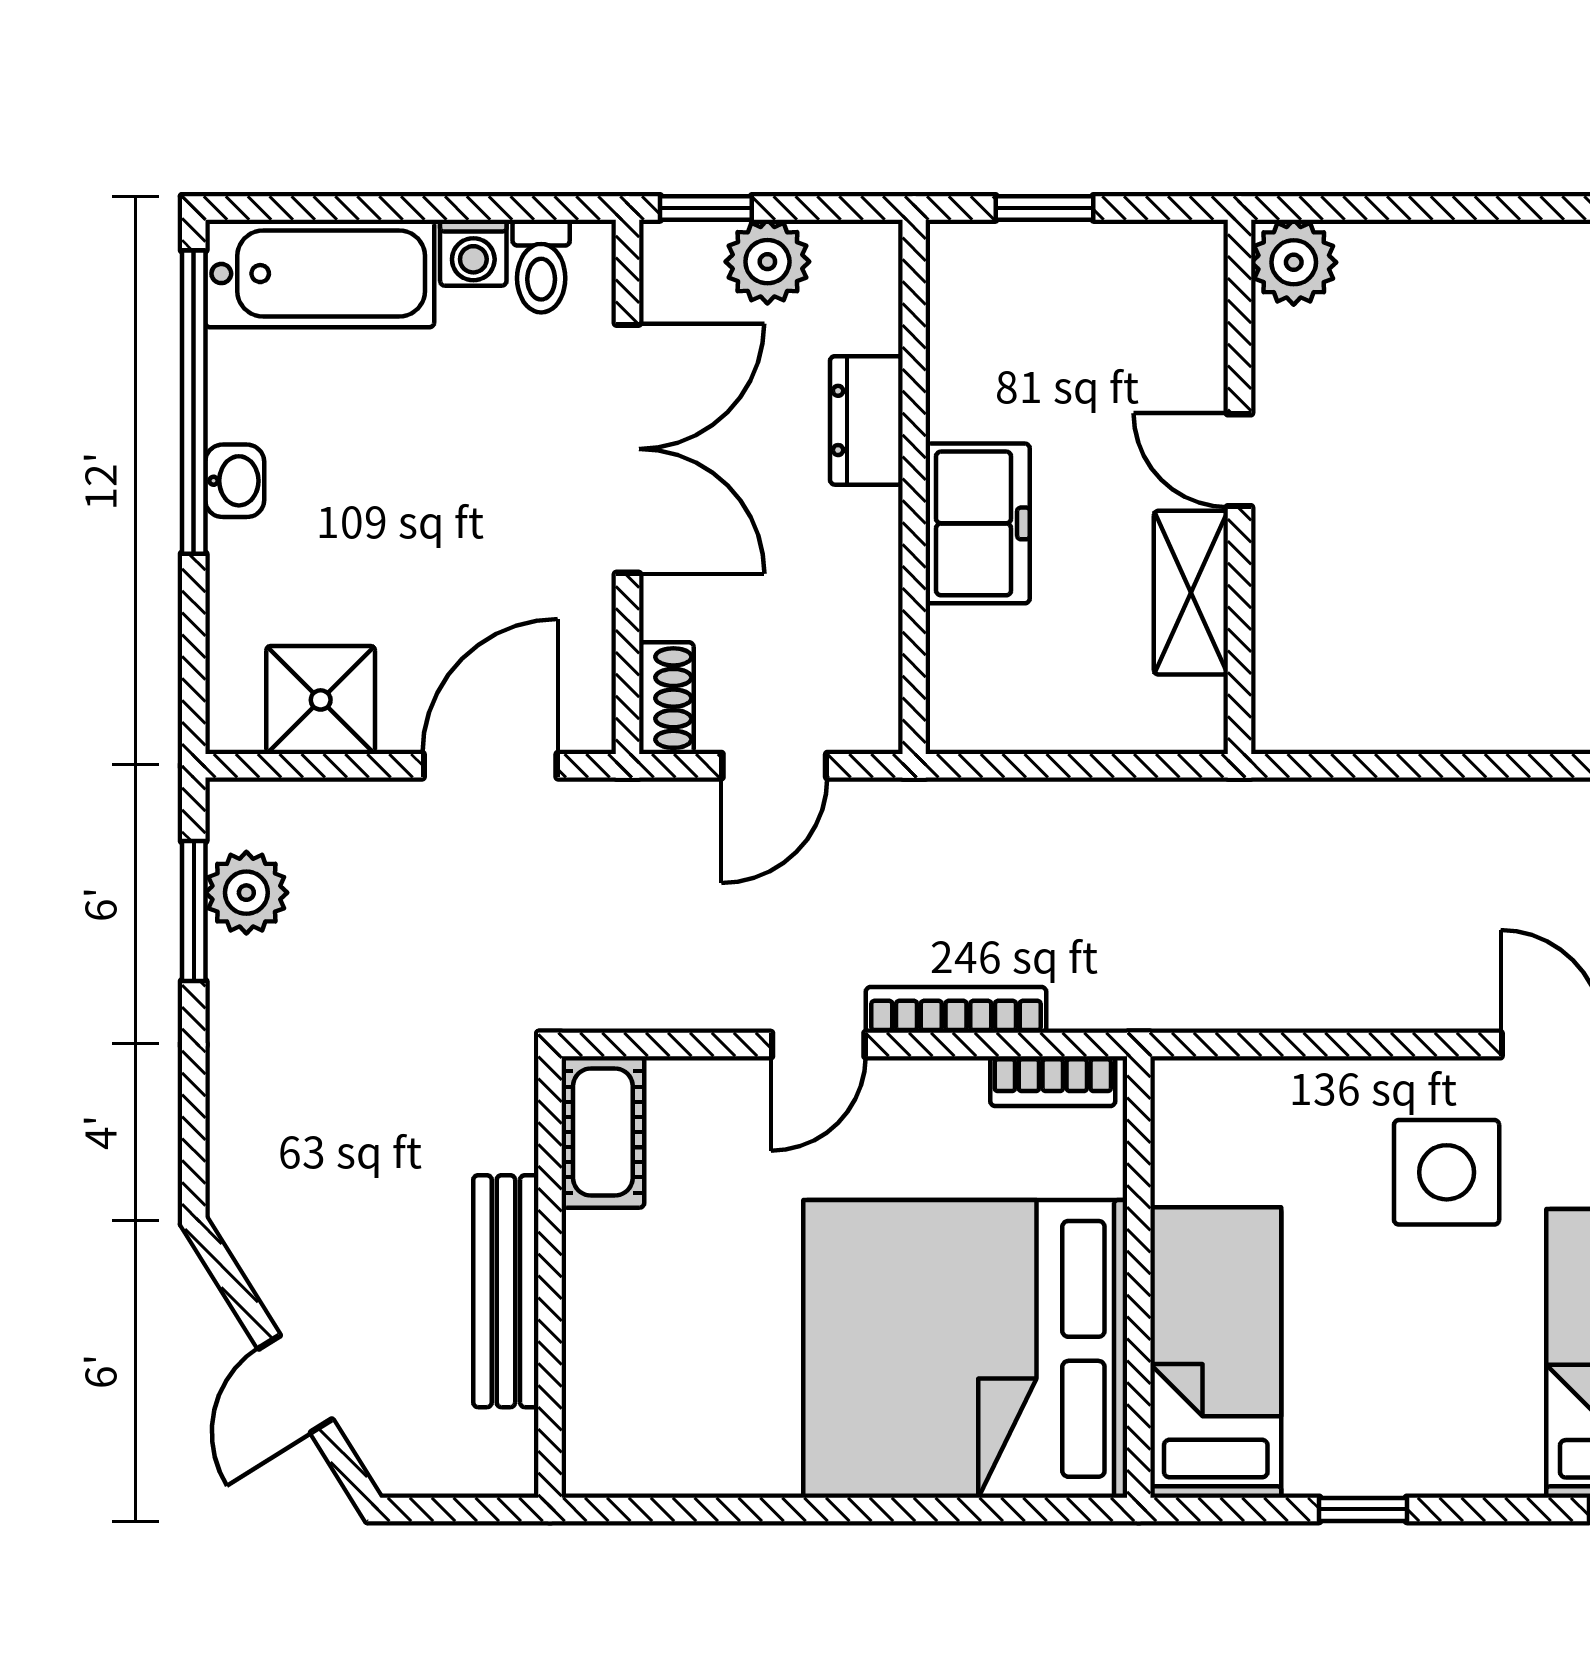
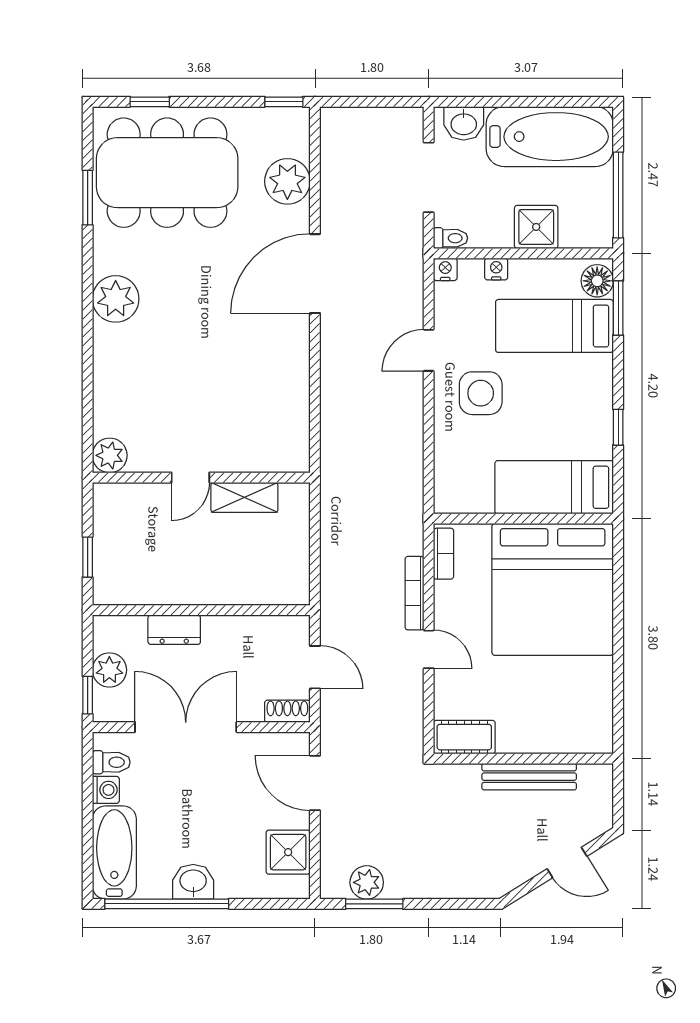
washbasin: (235, 481) -> (193, 882), width x1.38, depth x1.45
freezer: (978, 523) -> (216, 584), removed

